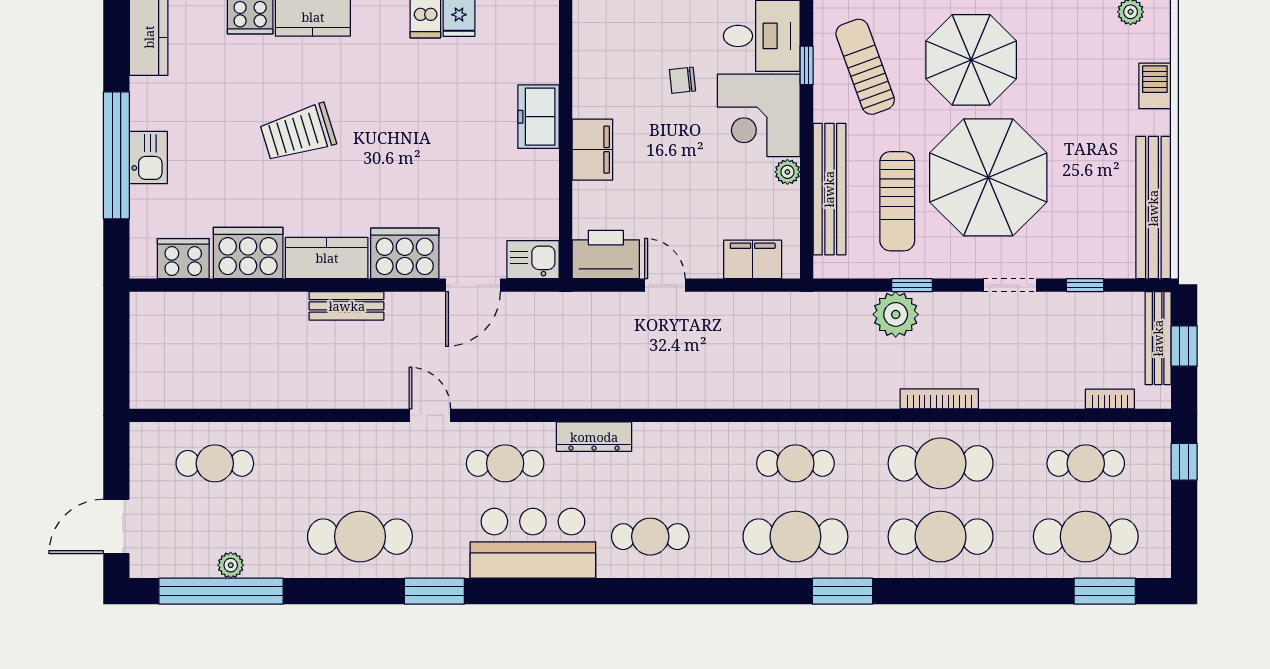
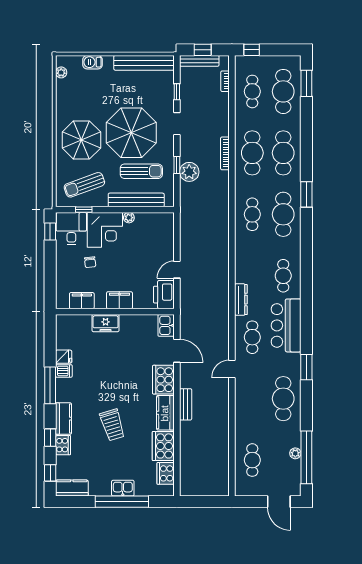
filing cabinet: (753, 259) -> (82, 301), moved, turned 90

